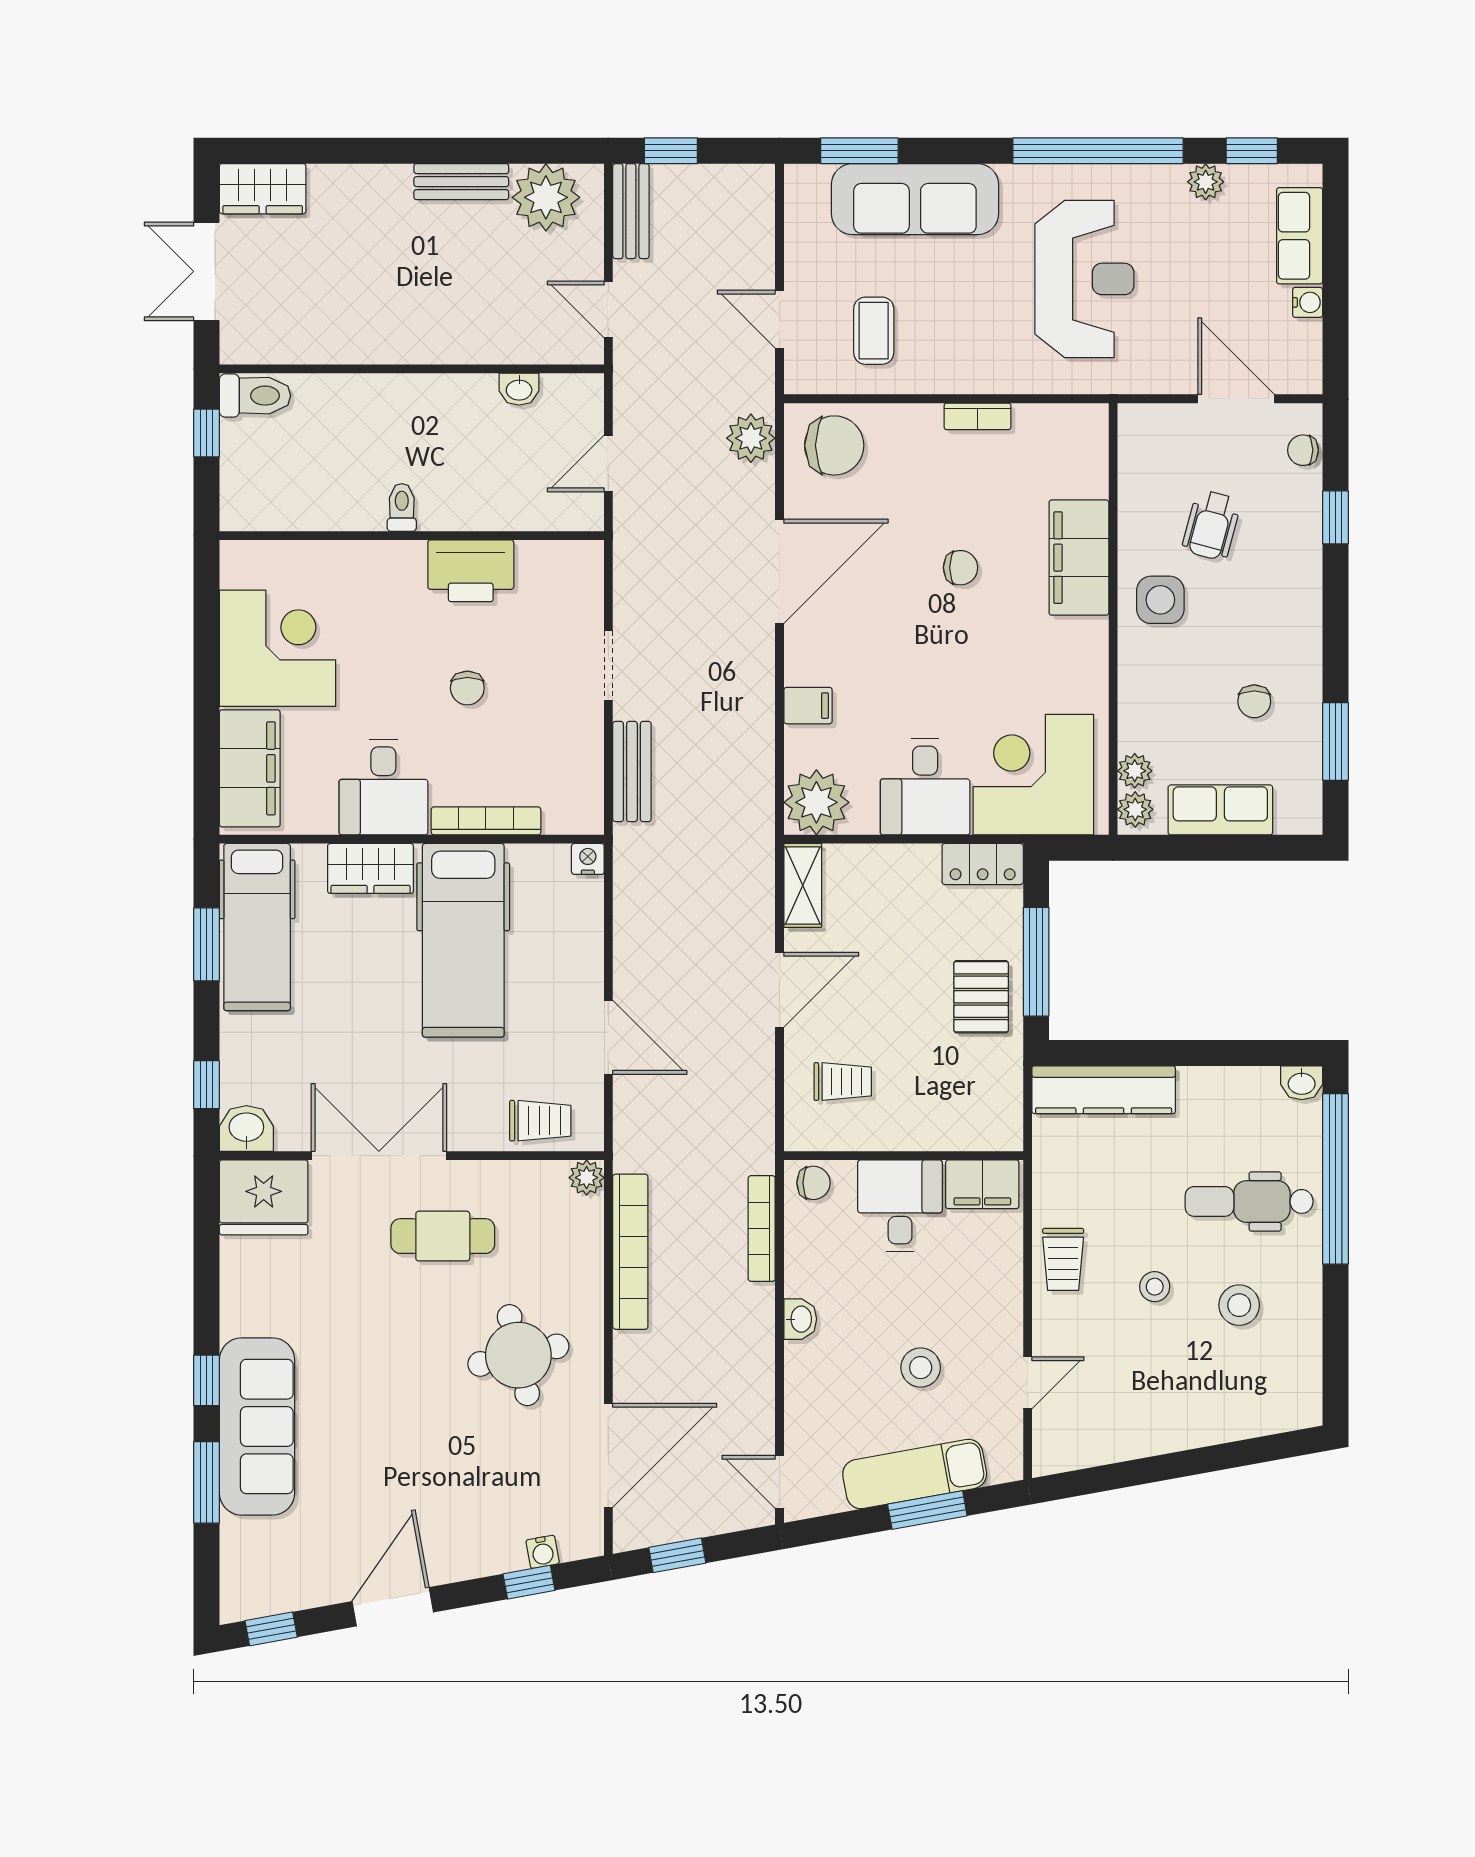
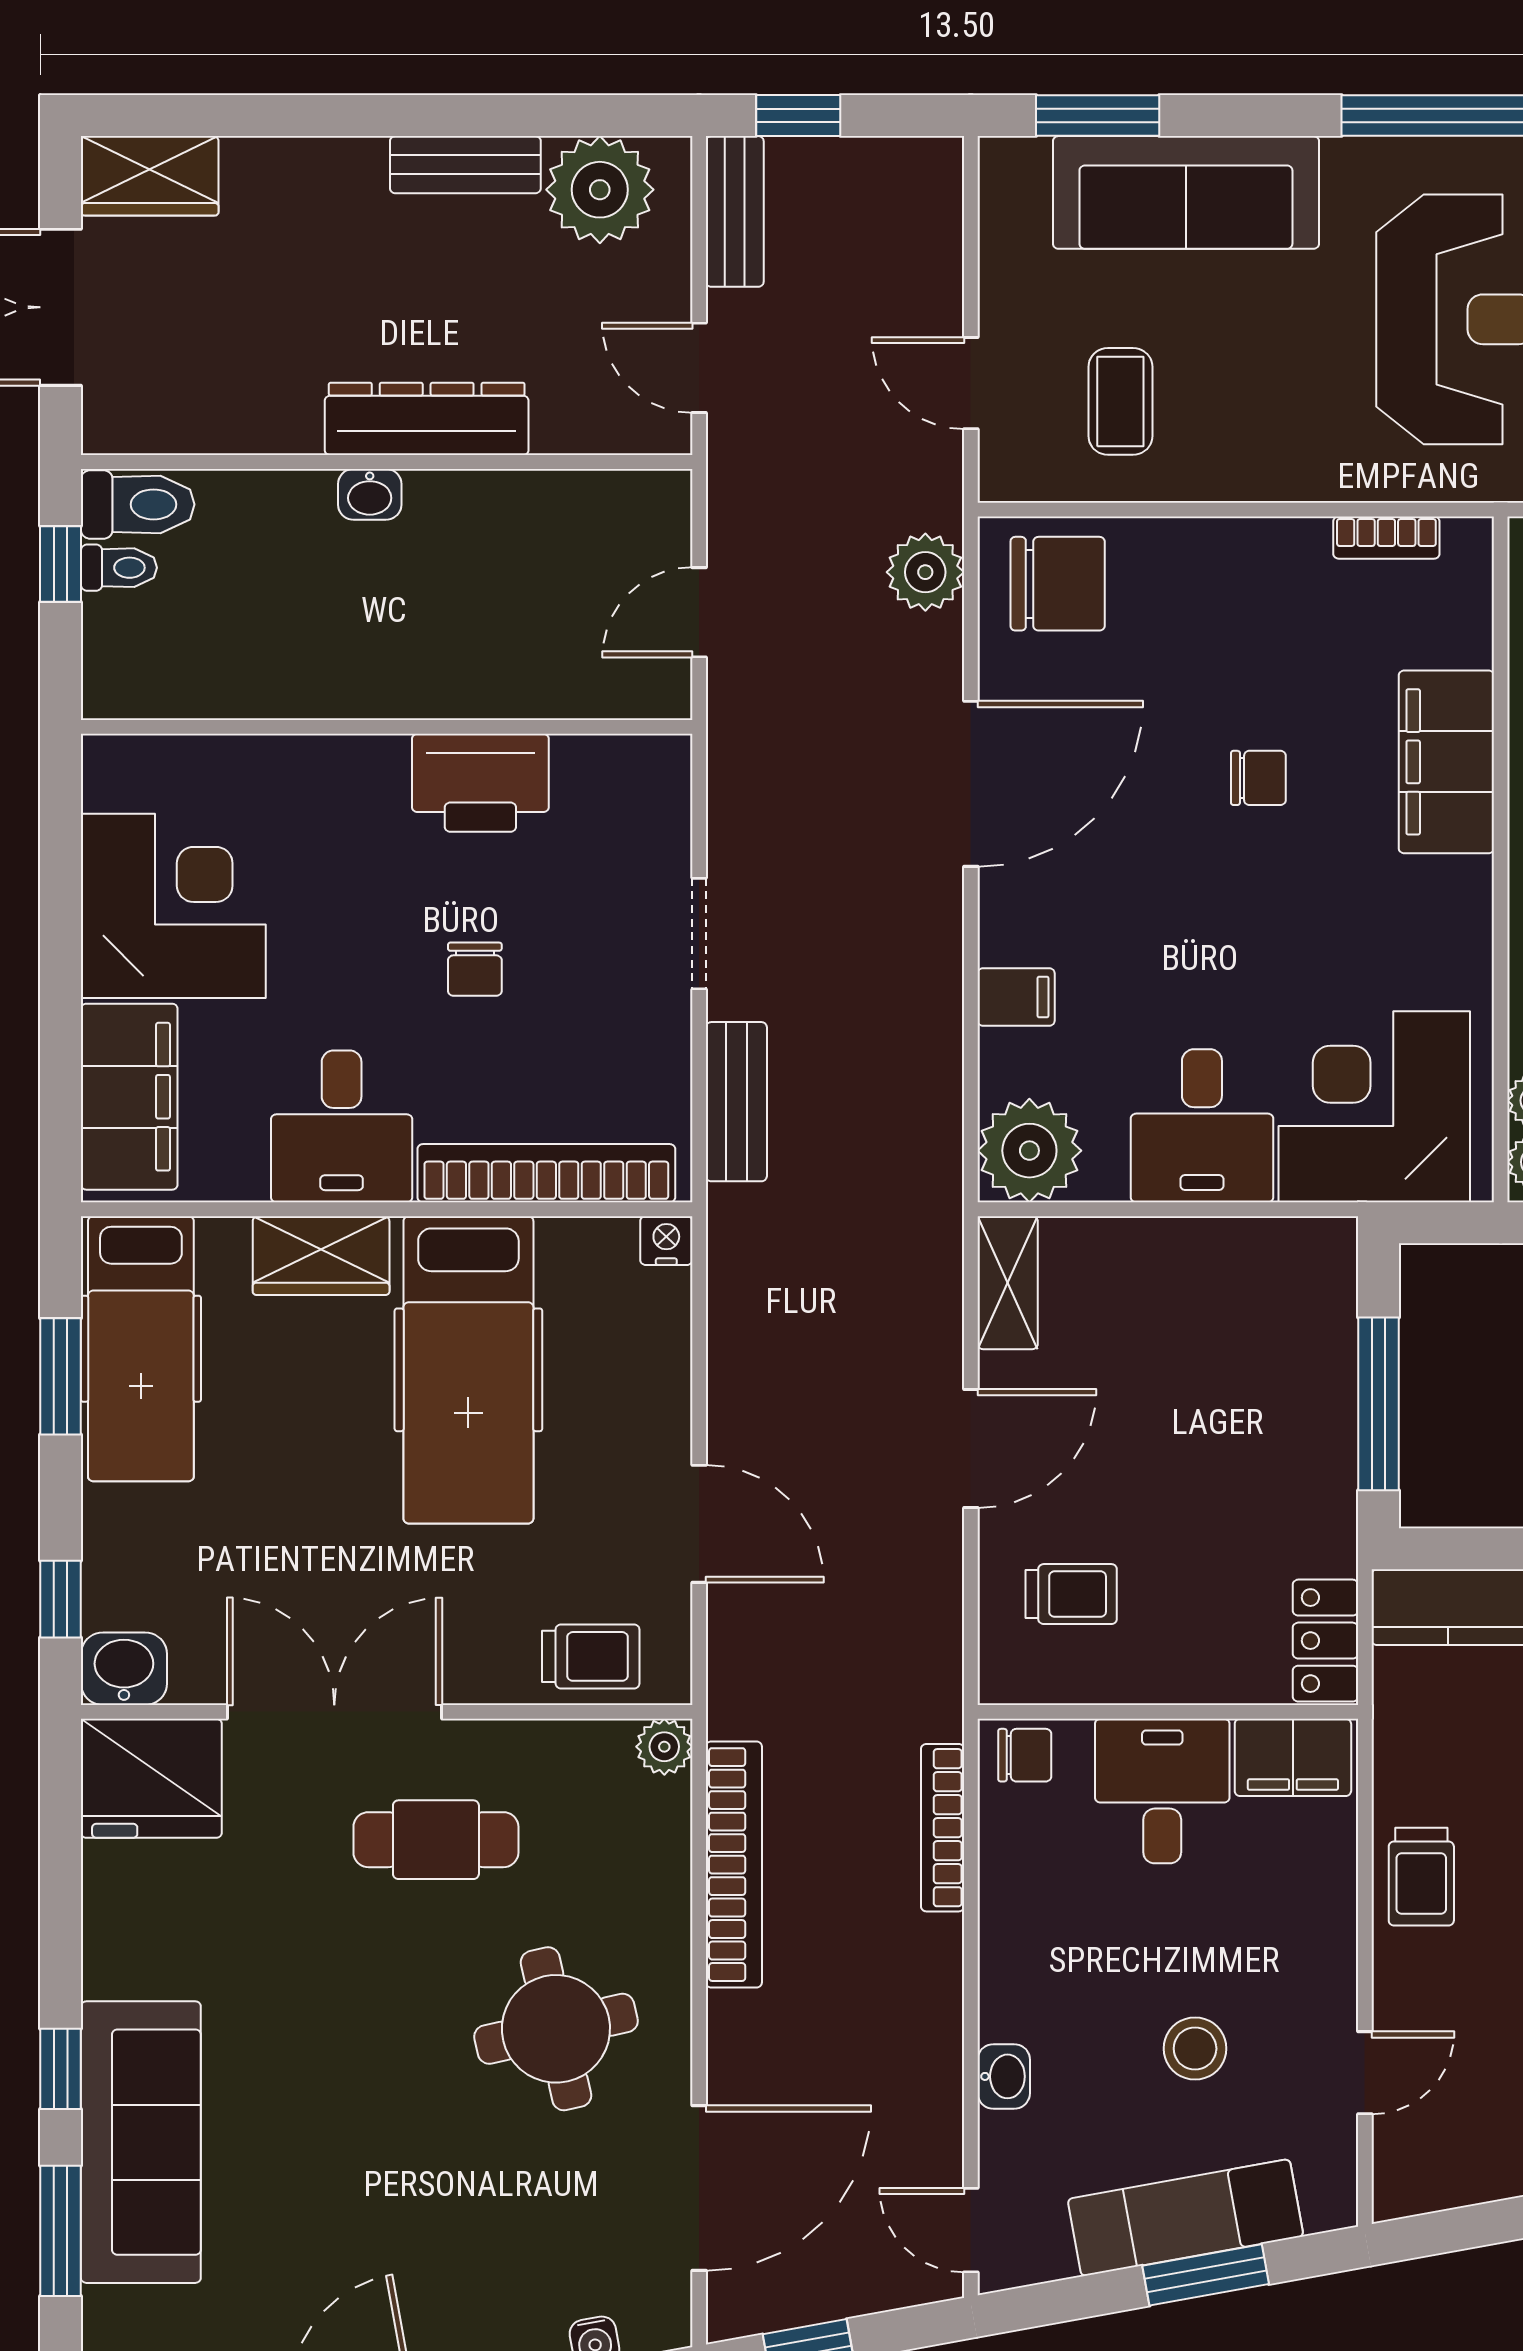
dresser: (437, 342) -> (427, 419), added
washbasin: (519, 389) -> (370, 494), moved
bookcase: (978, 416) -> (1386, 538), moved
toilet: (402, 507) -> (119, 568), moved, turned 90
bookcase: (486, 821) -> (546, 1173), width x1.48, depth x1.31
locker: (983, 864) -> (1325, 1641), moved, turned 90
pallet: (981, 997) -> (1291, 1459), removed
washbasin: (800, 1319) -> (1004, 2076), moved

